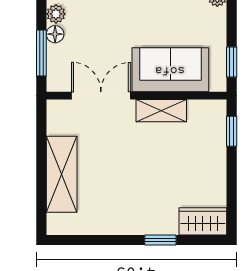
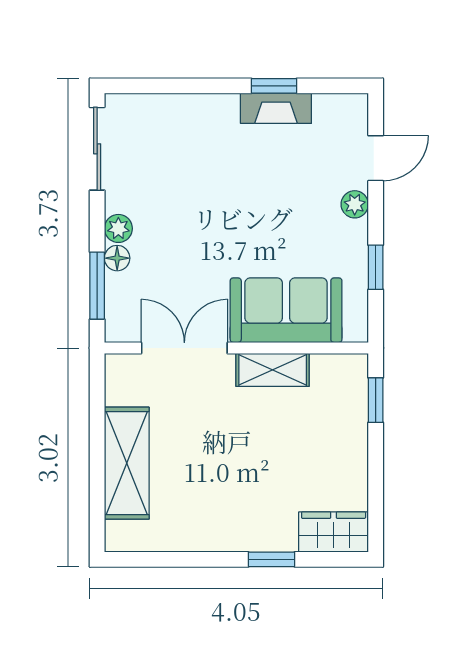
window: (232, 62) -> (376, 267), moved

